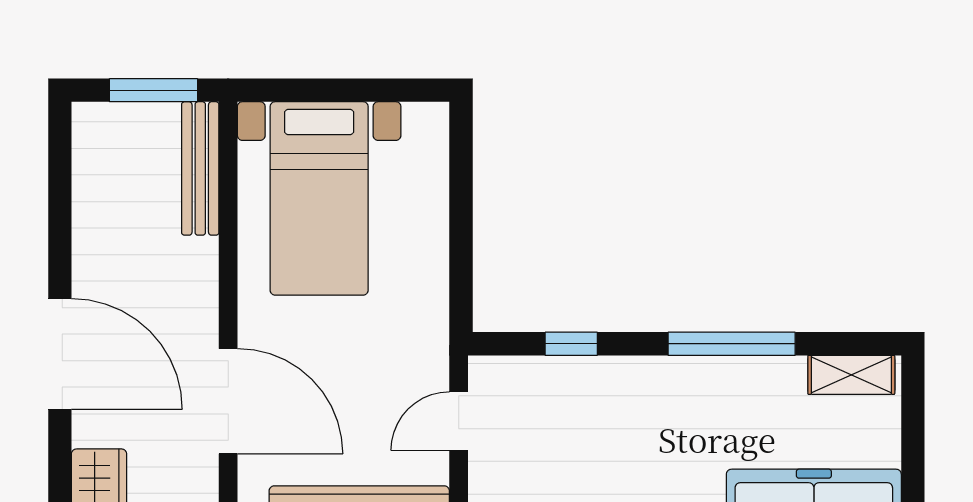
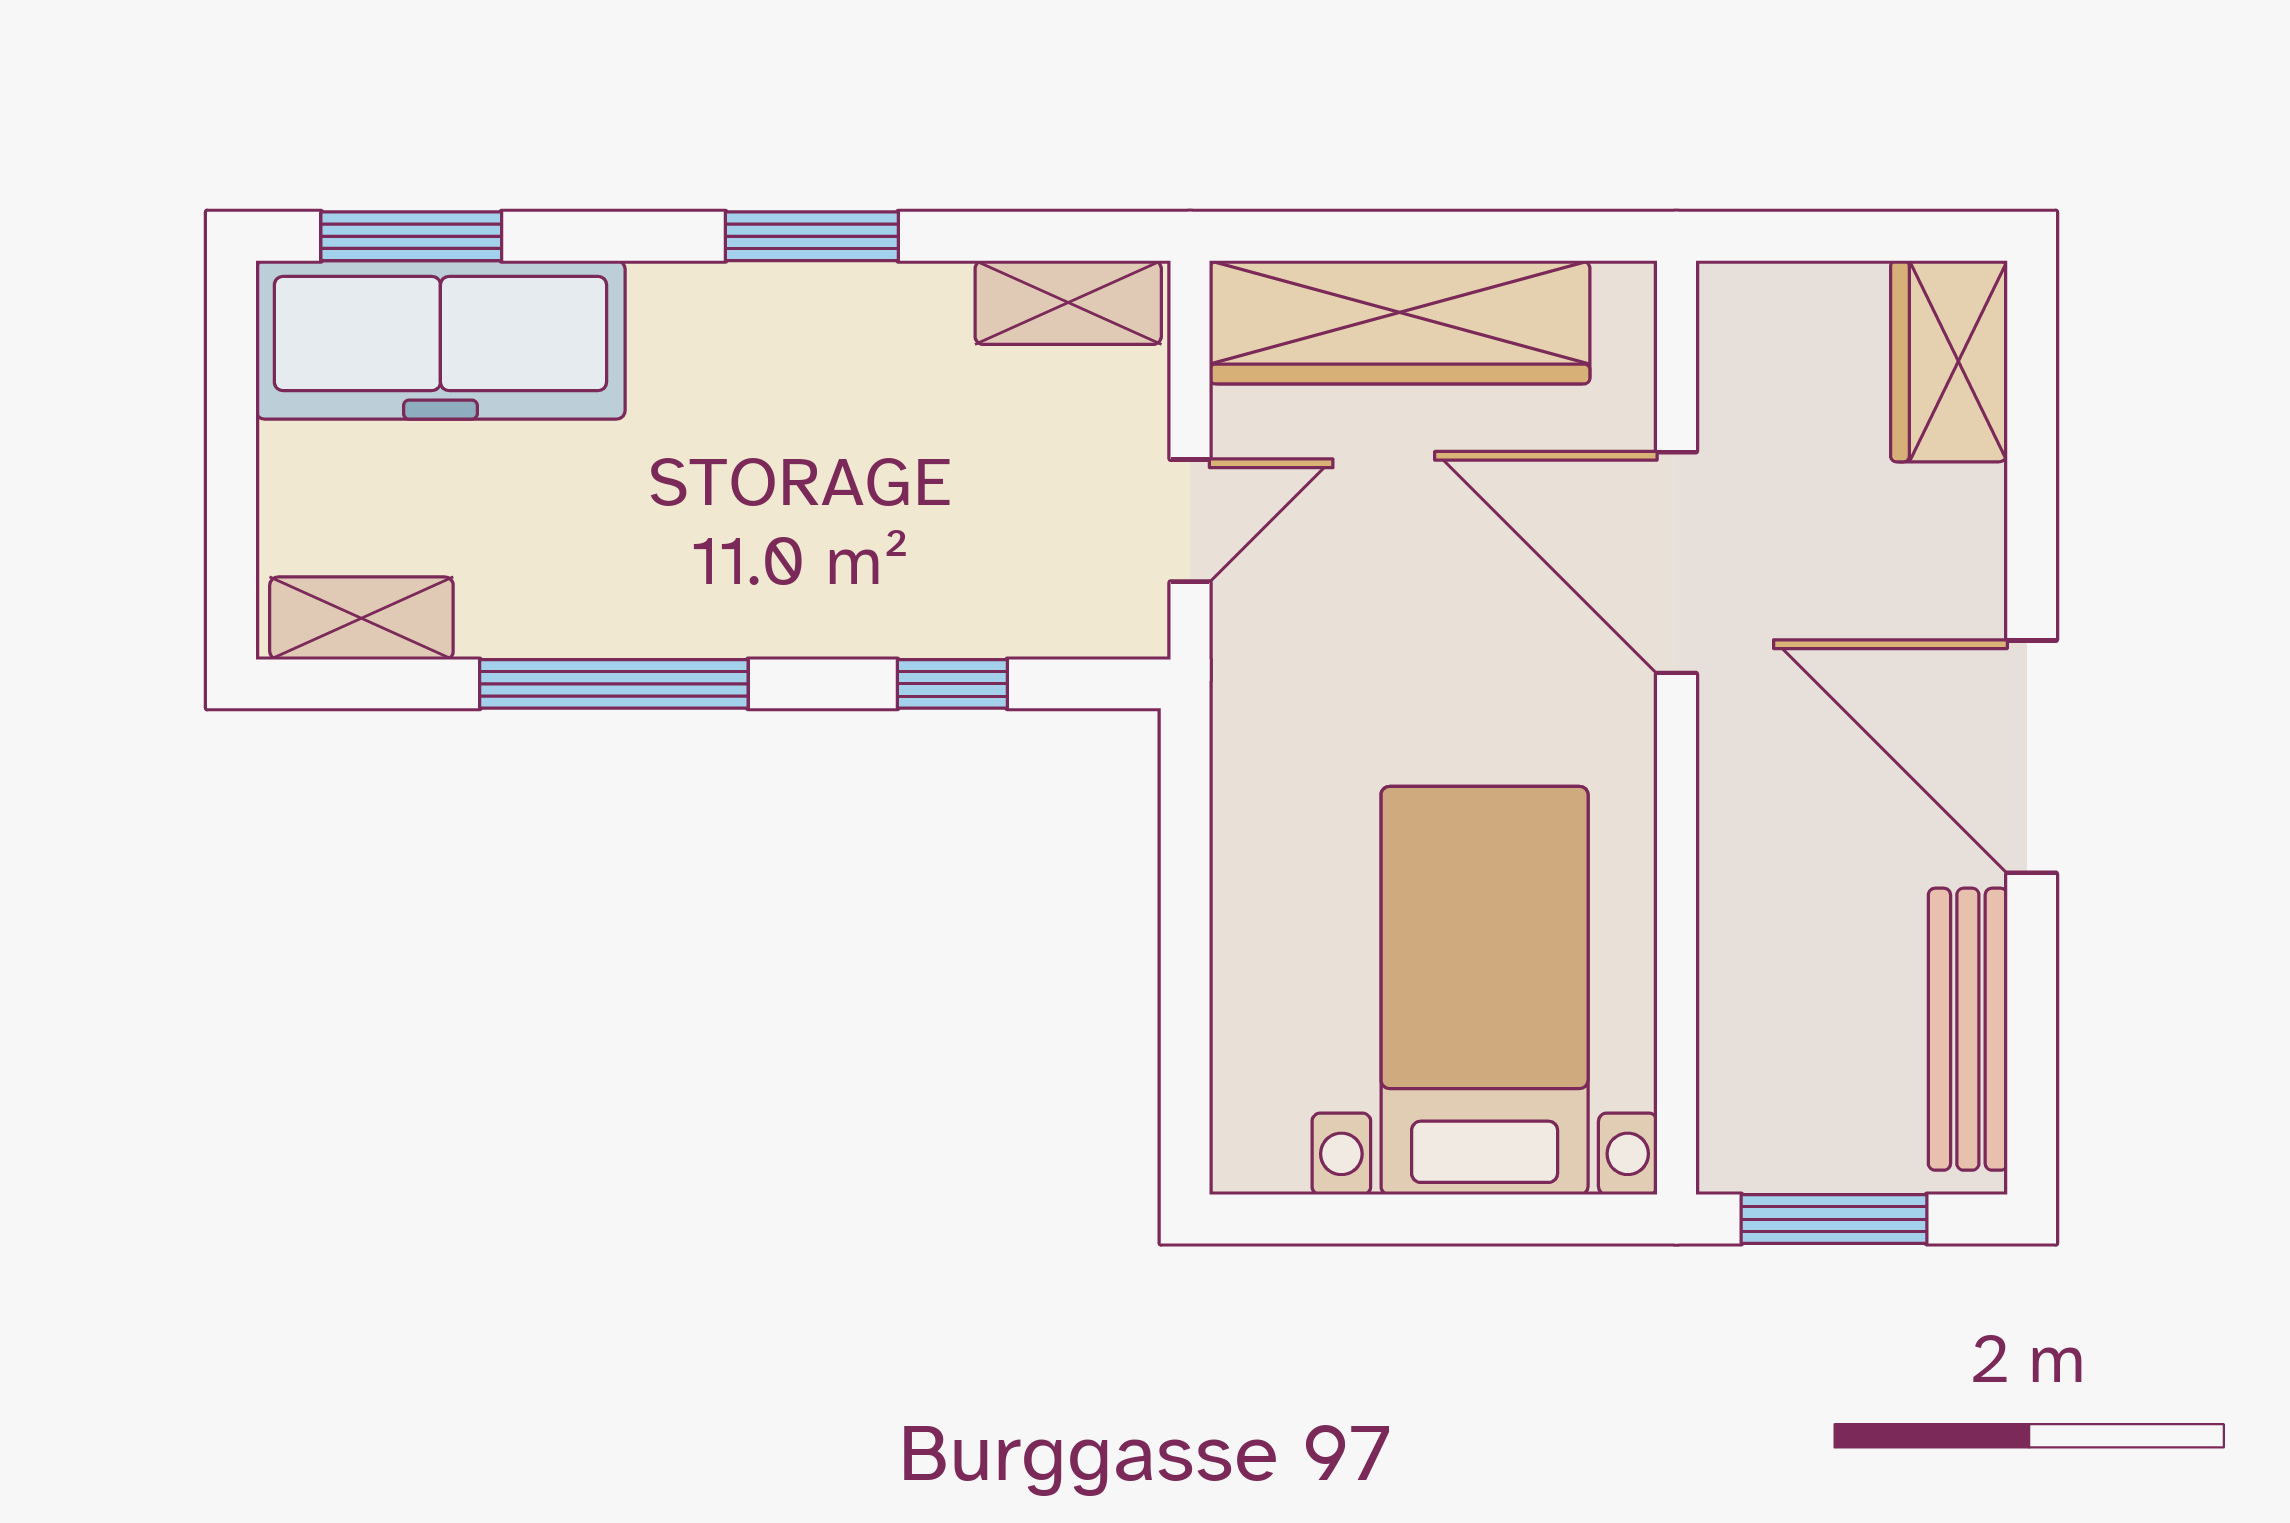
bench: (200, 168) -> (1968, 1029), moved
door: (60, 354) -> (2032, 757), moved

